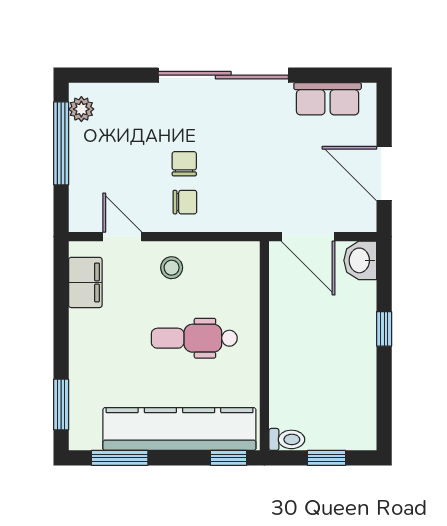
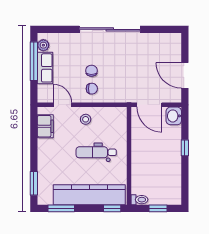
row of seats: (328, 99) -> (45, 68), moved, turned -90

